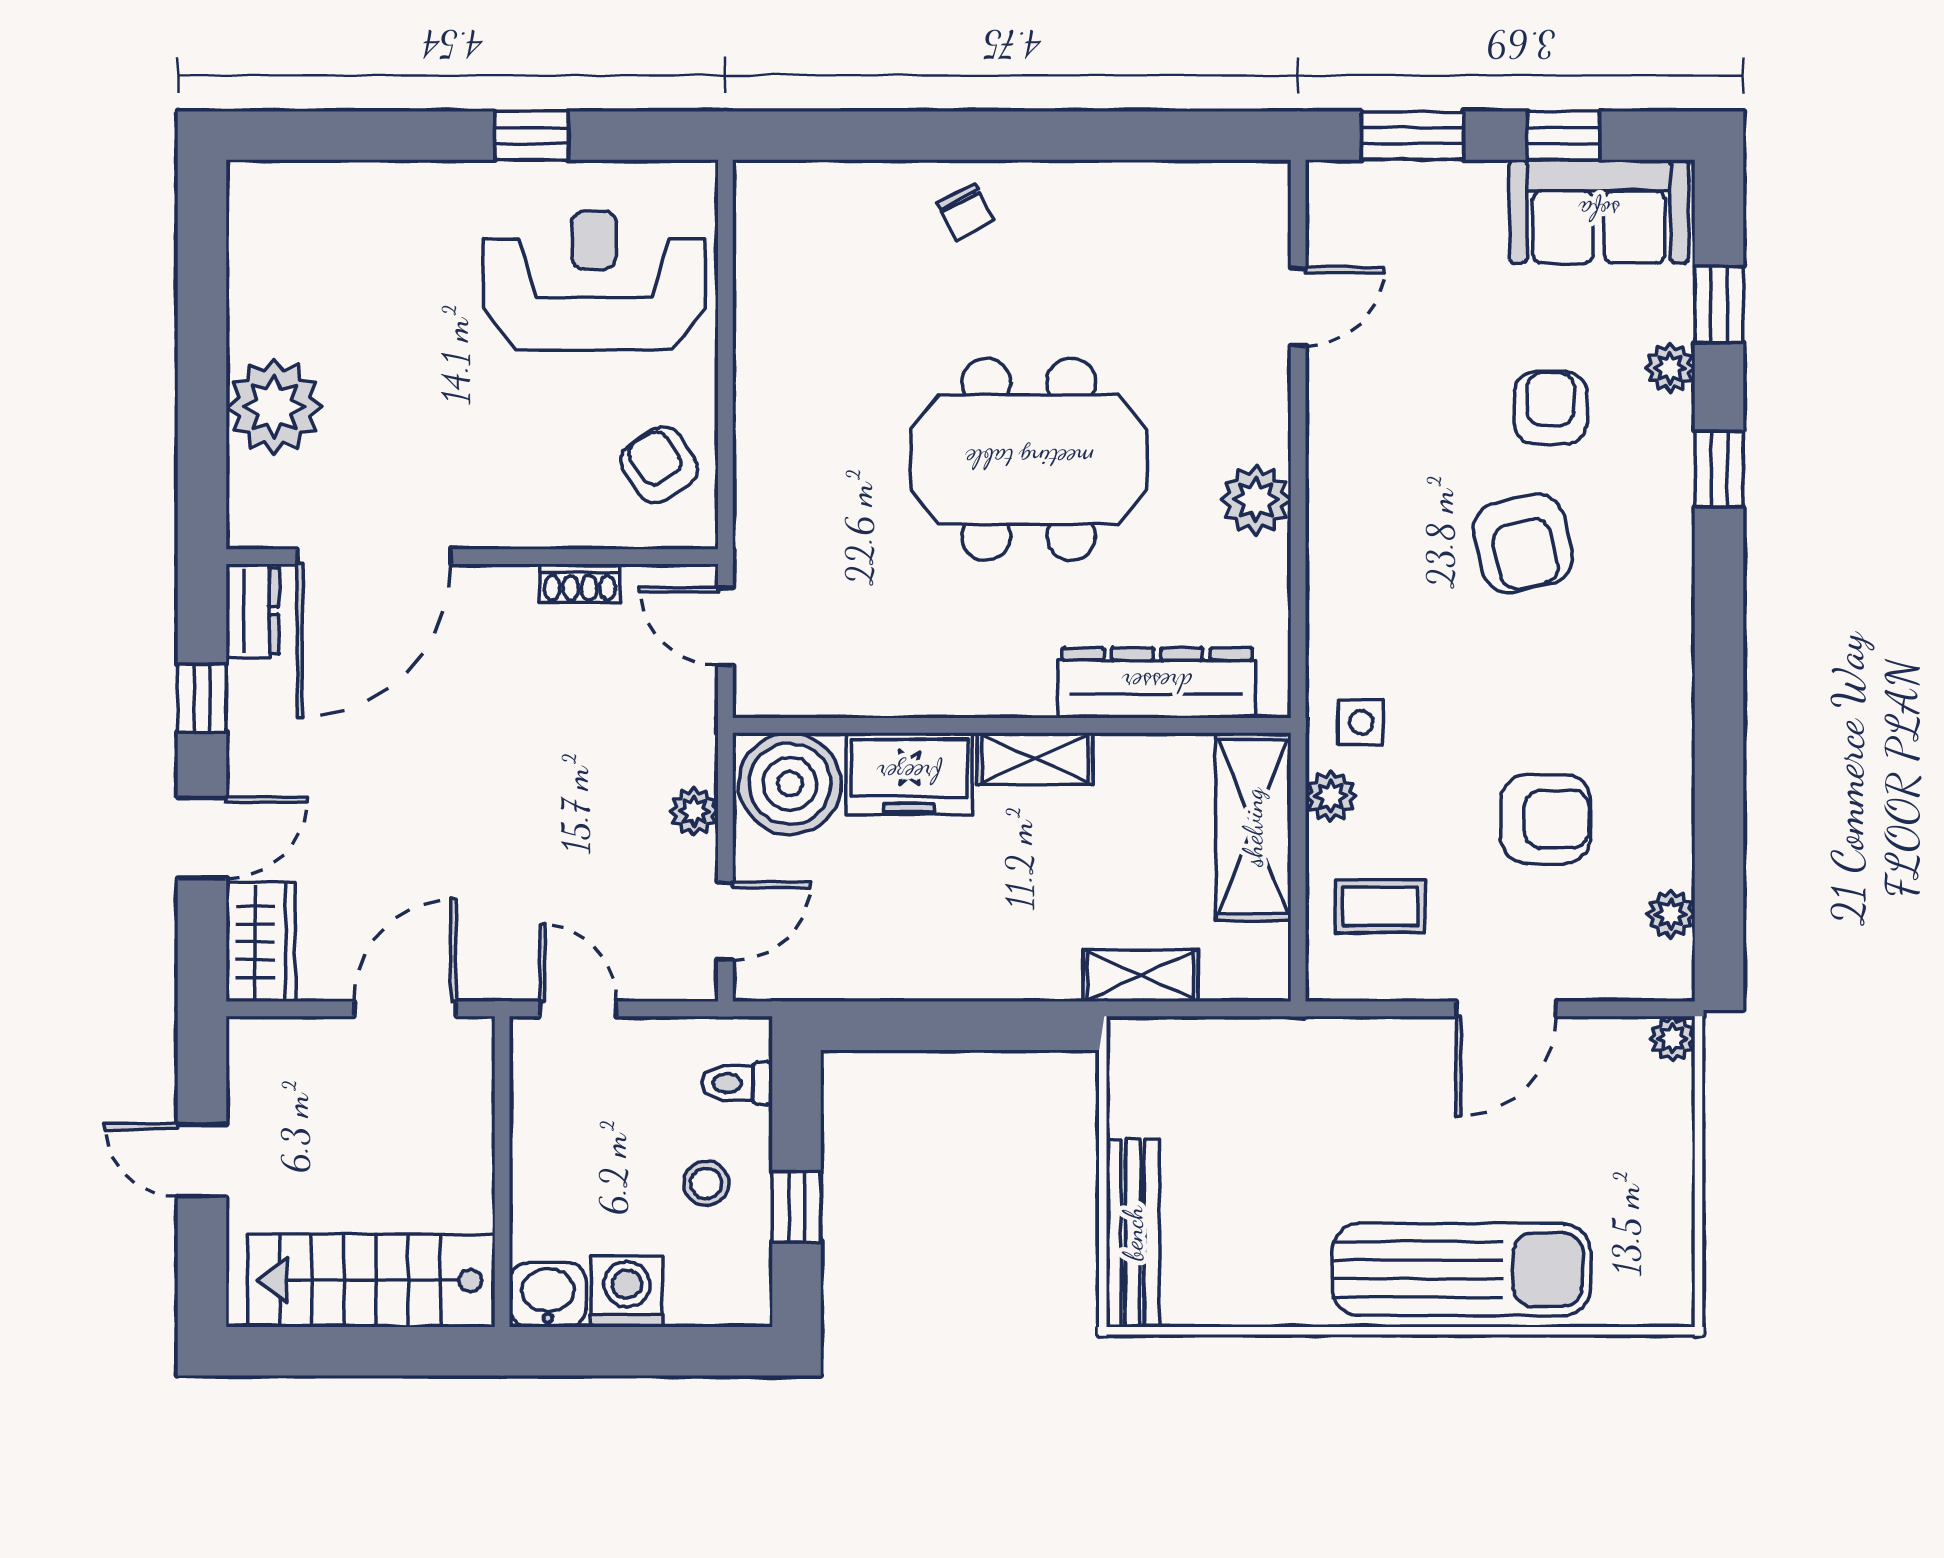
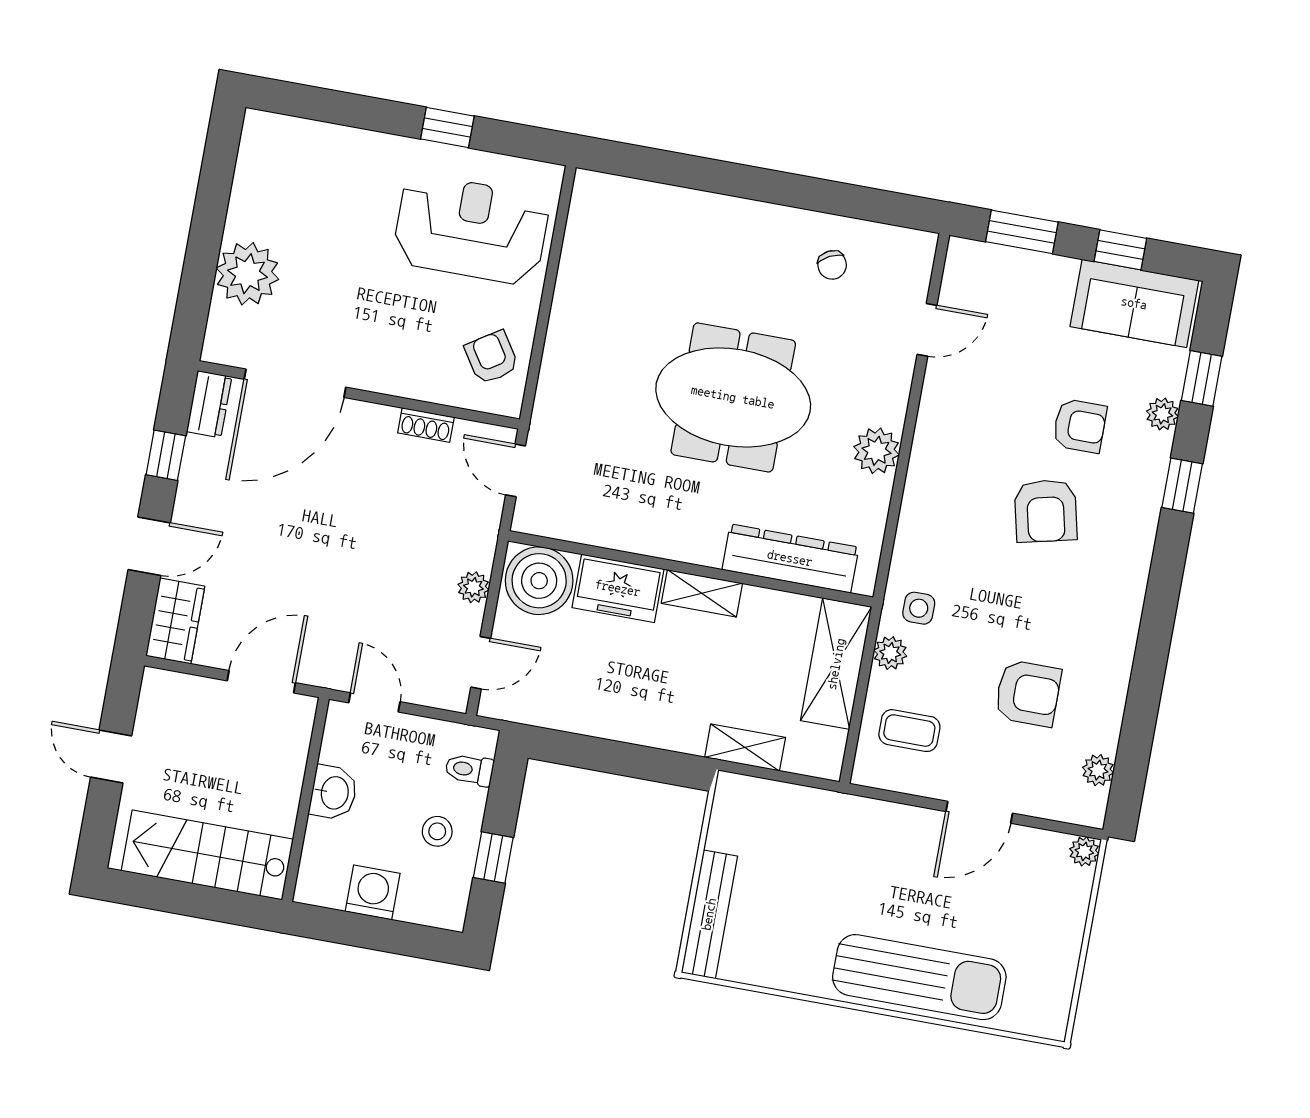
chair: (966, 212) -> (832, 265), moved
armchair: (1551, 408) -> (1080, 426), turned 90
washbasin: (548, 1295) -> (334, 793), moved, turned 90

